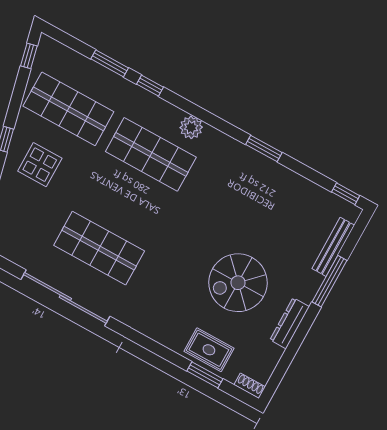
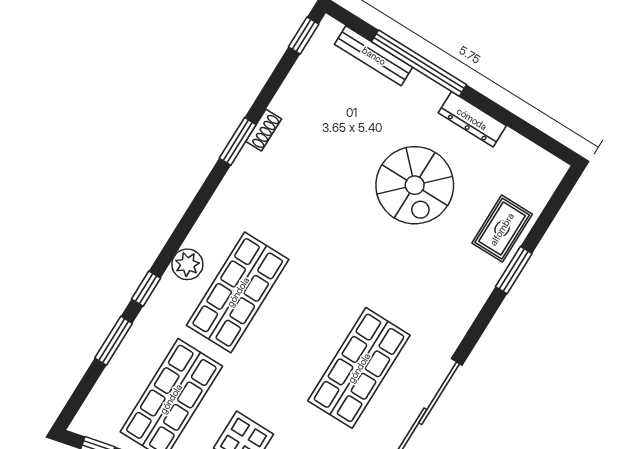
plant: (191, 127) -> (187, 264), moved
window: (330, 281) -> (419, 63), width x1.46
window: (205, 375) -> (514, 270), moved
shoe rack: (250, 386) -> (264, 130), moved, turned 180

